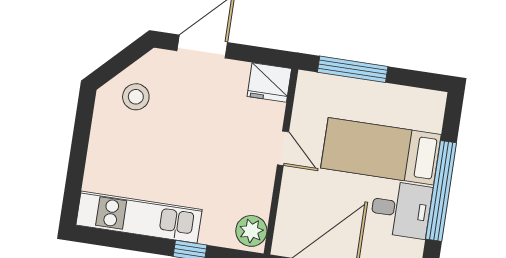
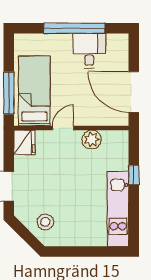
bed: (381, 151) -> (34, 91), moved, turned 180
plant: (251, 231) -> (91, 140), moved

